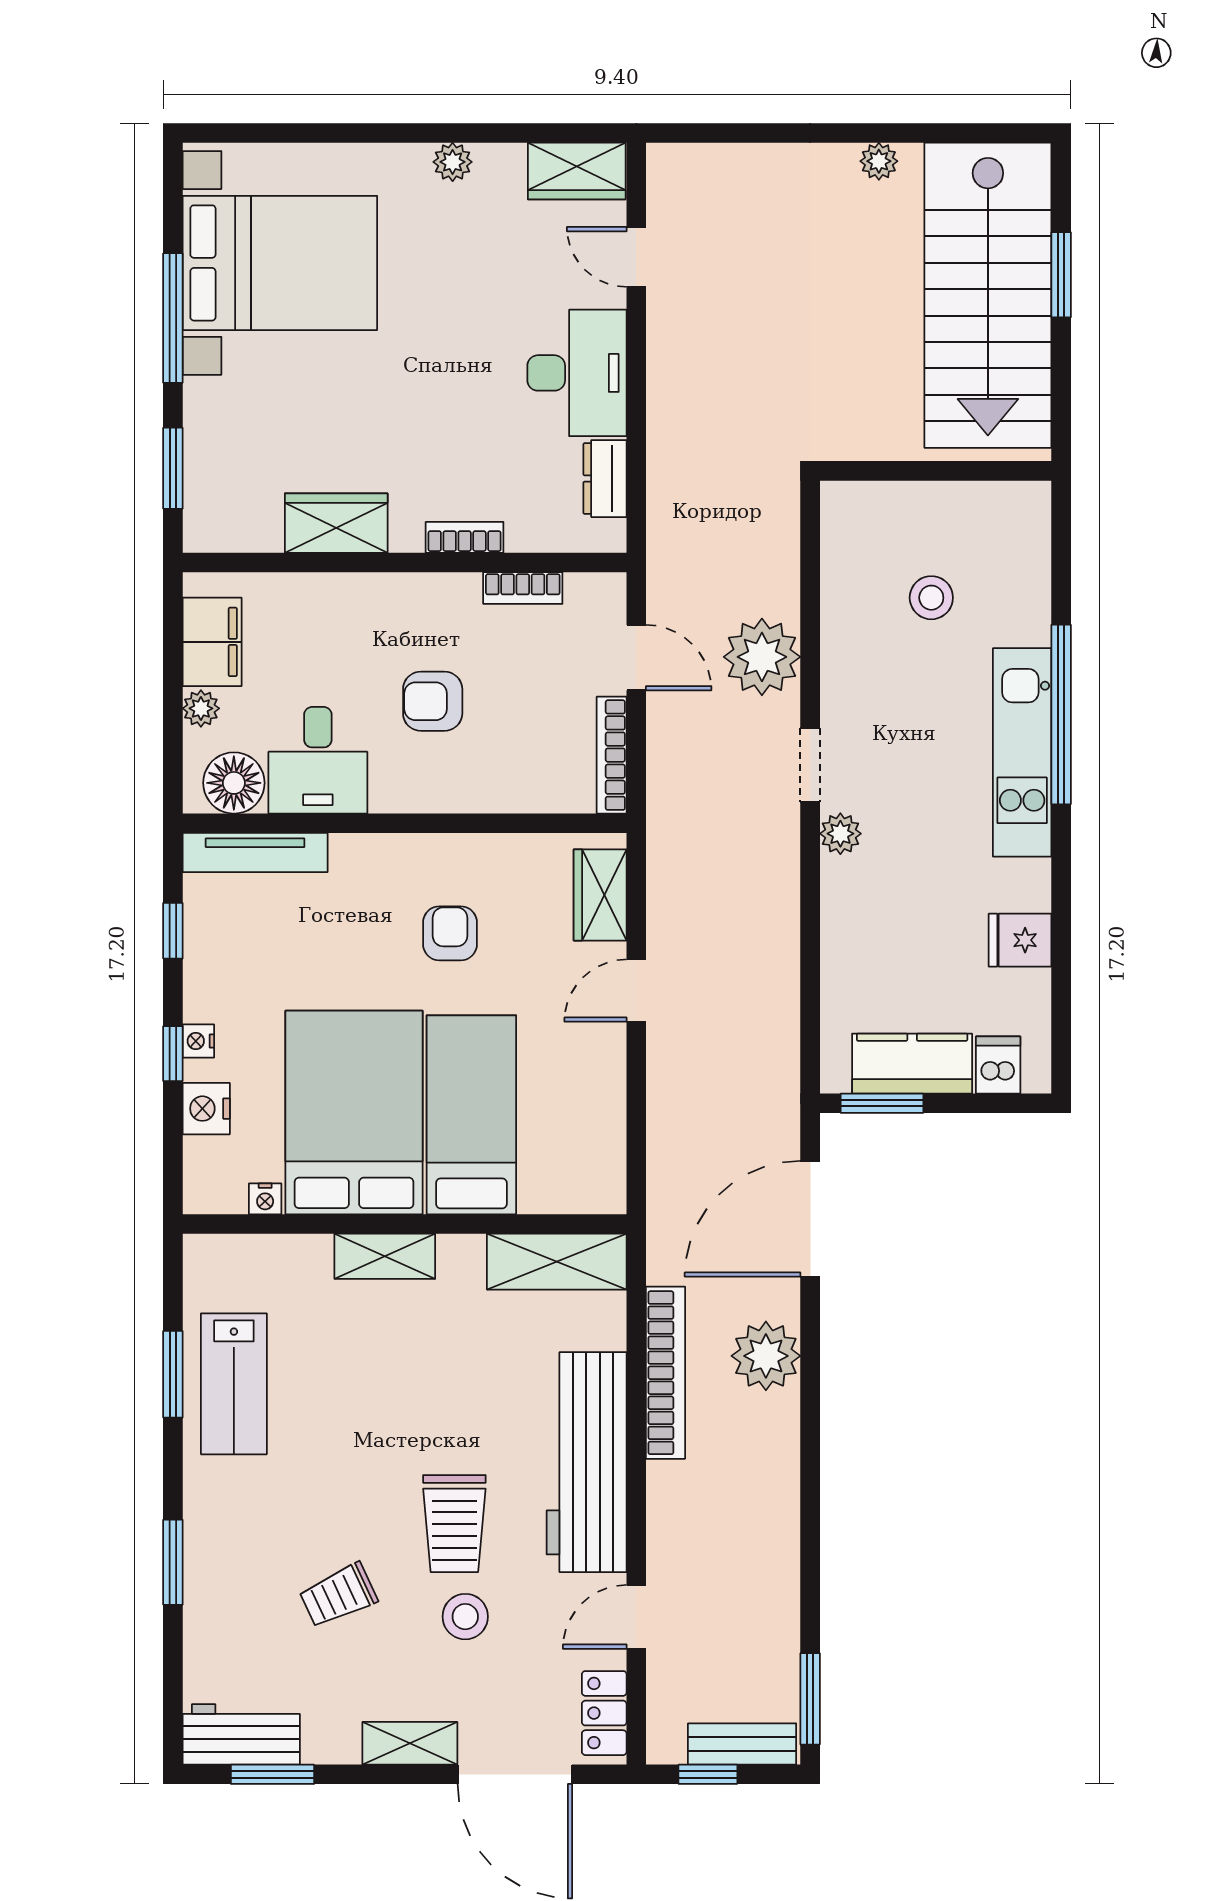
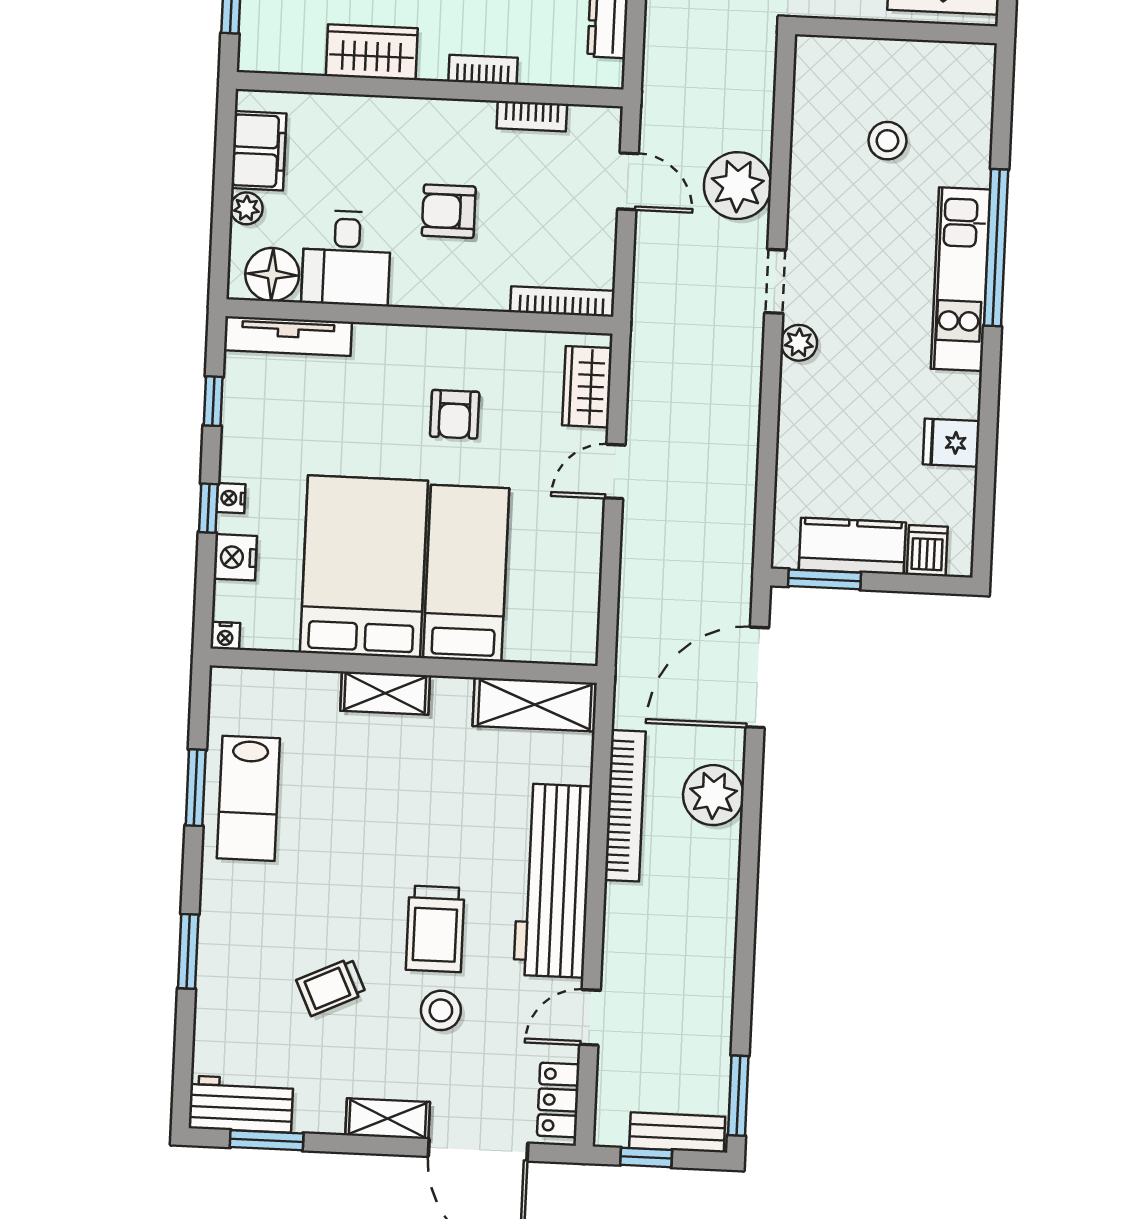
bookcase: (612, 755) -> (562, 301), moved, turned 90
armchair: (450, 933) -> (455, 414), turned 180
nightstand: (265, 1199) -> (225, 636), moved

